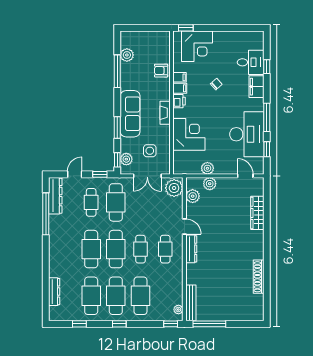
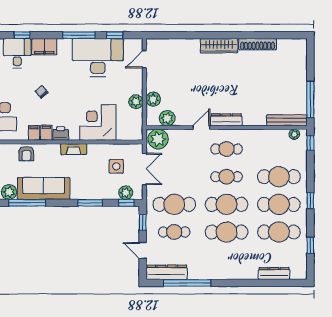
sofa: (130, 114) -> (44, 188), moved
wardrobe: (257, 213) -> (219, 46), moved

